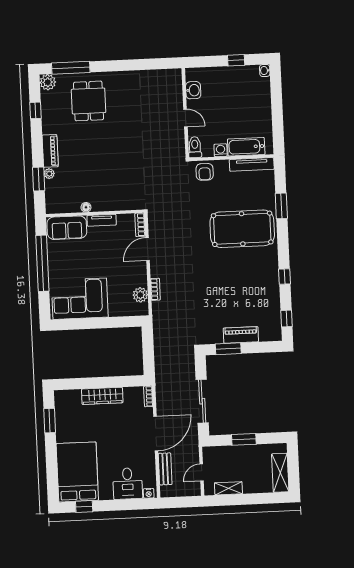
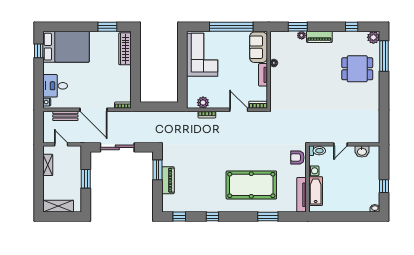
pool table: (242, 229) -> (251, 185), turned 90
wardrobe: (102, 396) -> (125, 49), moved

